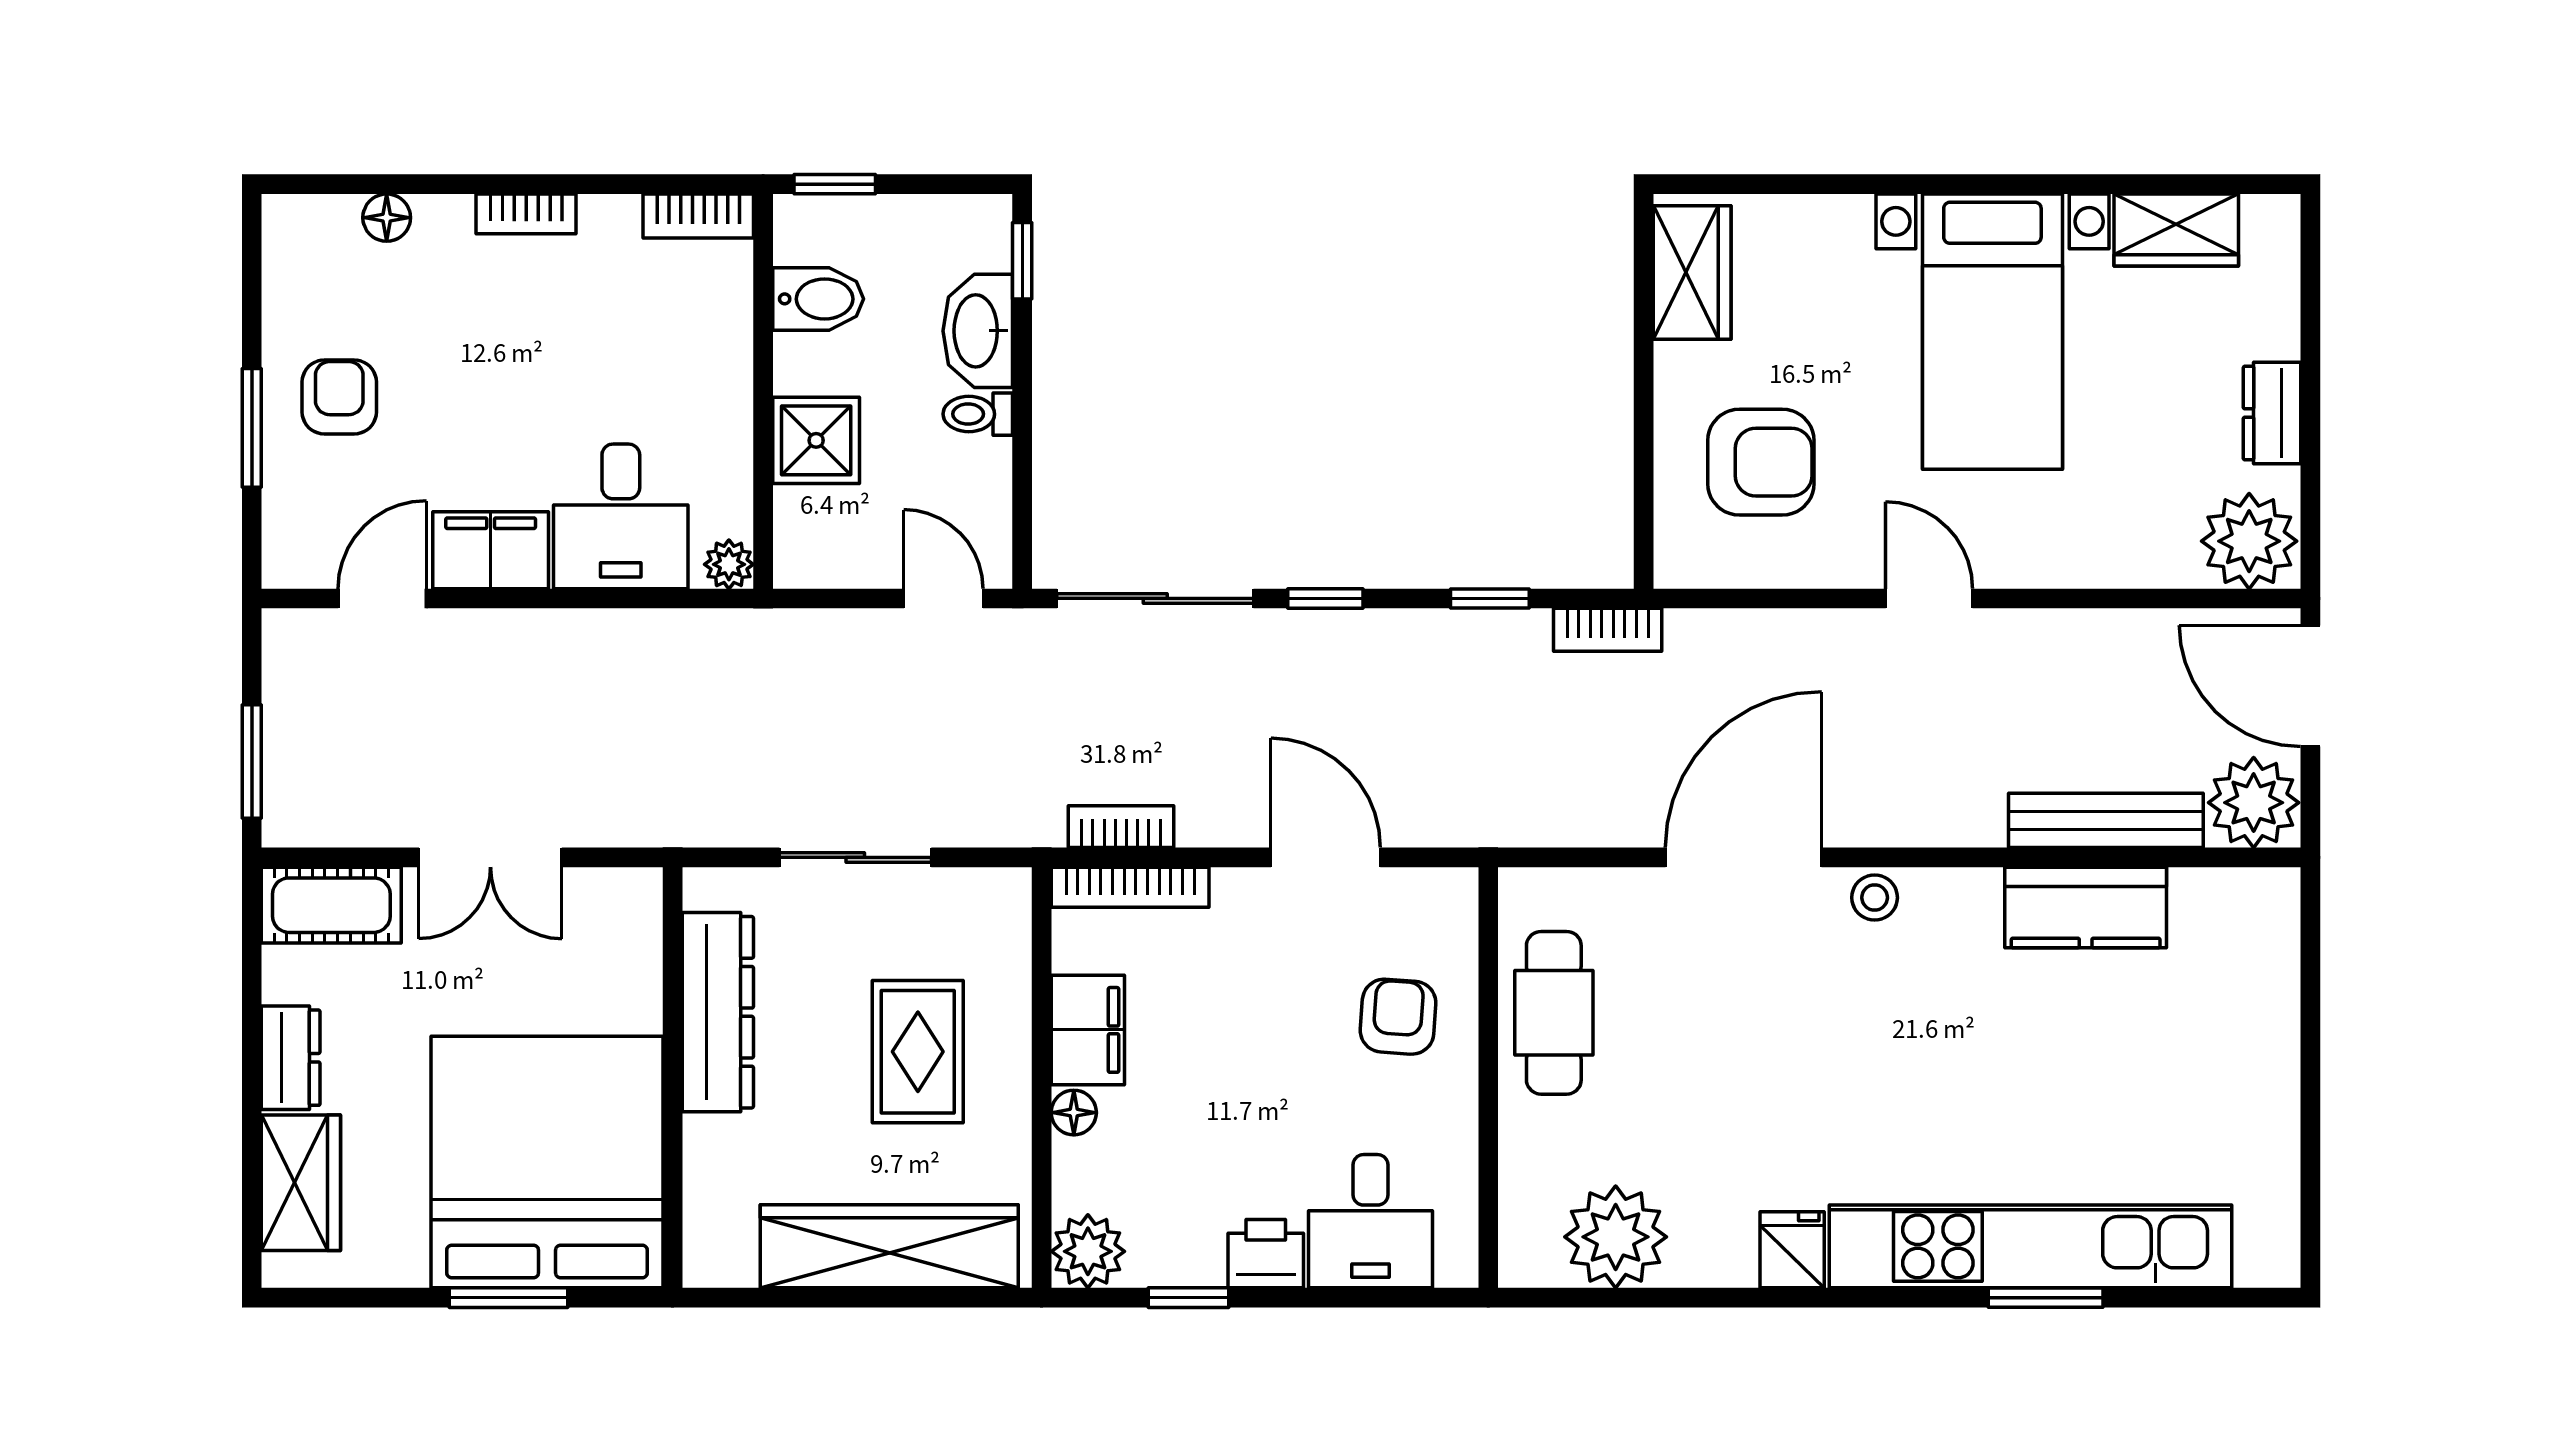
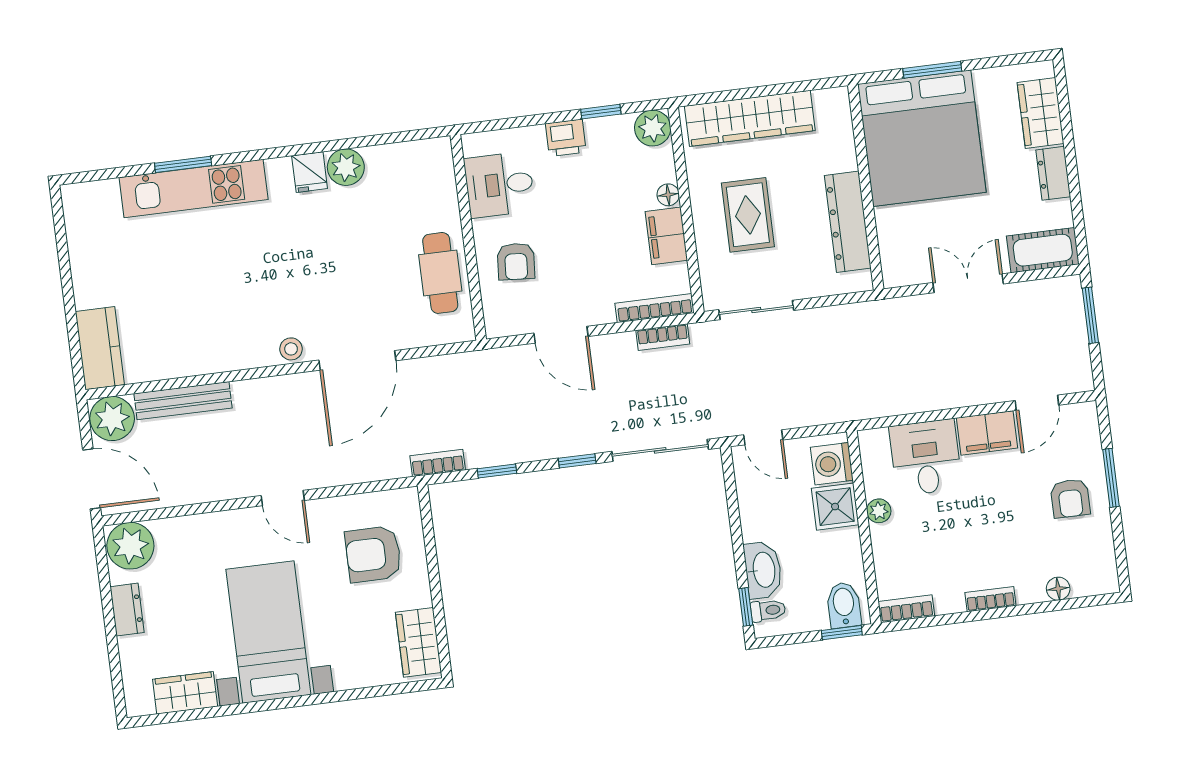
bidet: (818, 299) -> (844, 605), moved, turned 90
toilet: (978, 414) -> (768, 610), moved
washing machine: (812, 528) -> (832, 464), added
plant: (729, 564) -> (879, 511), moved
sliding door: (855, 857) -> (756, 310), moved
kitchen counter: (2086, 907) -> (100, 348), moved, turned 90
desk: (1371, 1221) -> (499, 185), moved, turned -90
plant: (1616, 1237) -> (346, 167), moved, width x0.73, depth x0.73
kitchen unit: (2030, 1246) -> (194, 188), width x0.73

